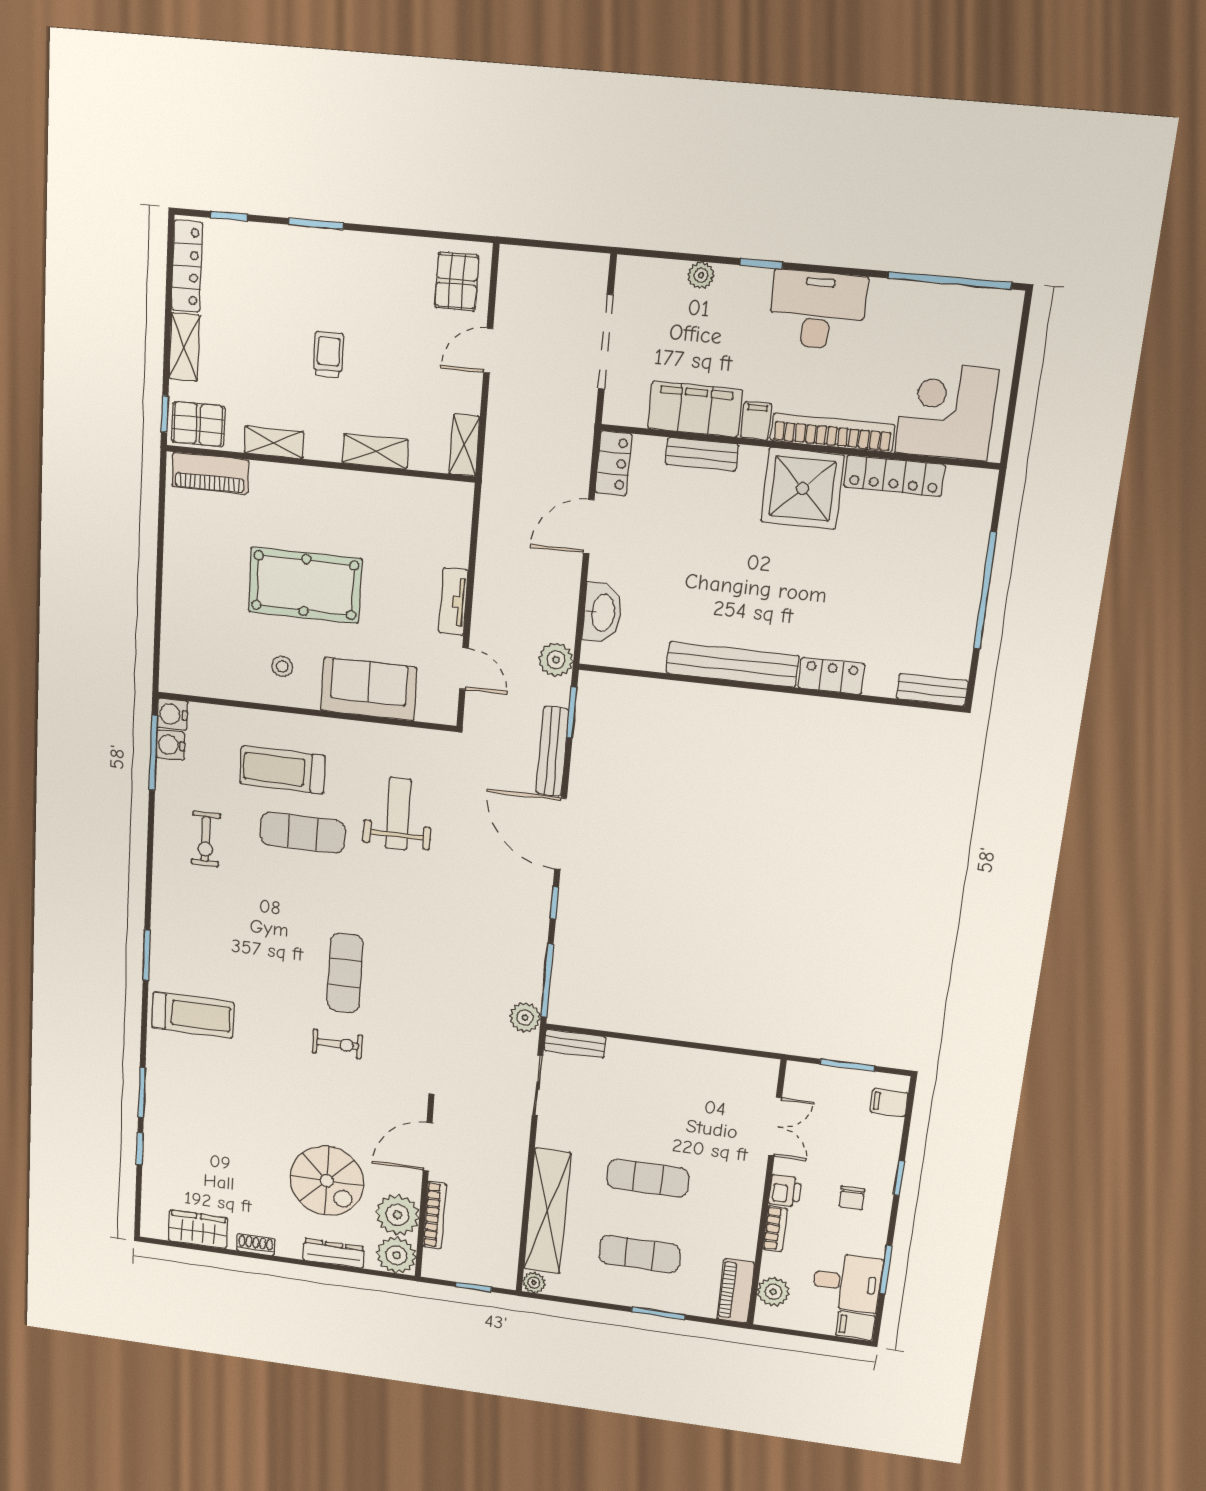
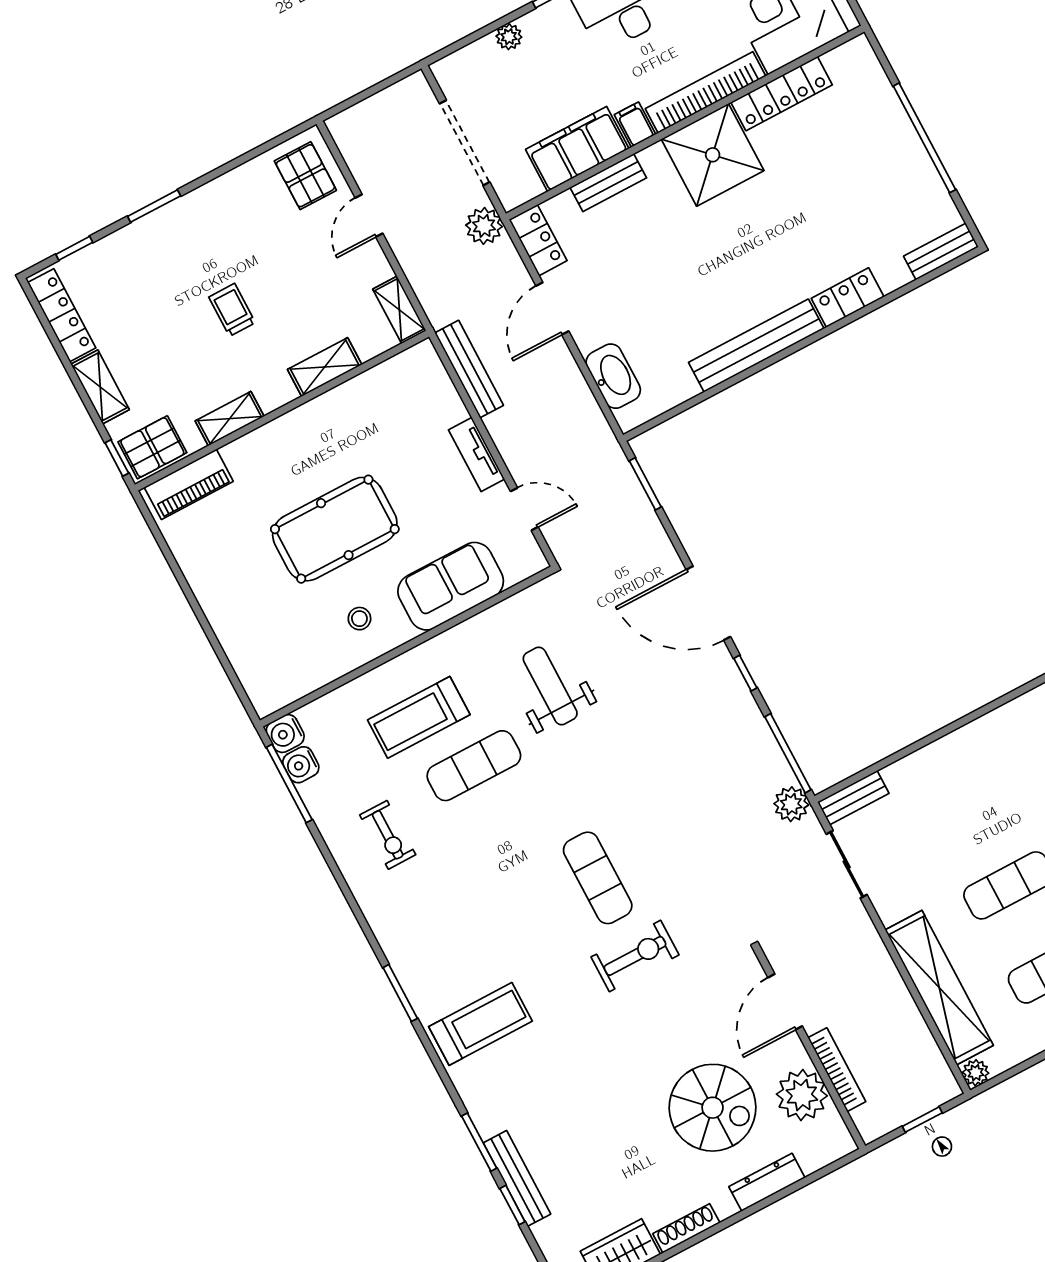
plant: (556, 660) -> (484, 226), moved
bench: (552, 751) -> (469, 369), moved
exercise bike: (337, 1044) -> (635, 956), width x1.38, depth x1.39
bench: (154, 1134) -> (517, 1178), added
shoe rack: (256, 1245) -> (686, 1228), width x1.43
plant: (397, 1255) -> (828, 1139), removed

